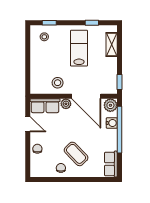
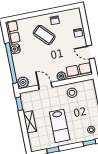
shelving: (112, 45) -> (30, 122), moved
door: (86, 96) -> (45, 86), width x0.53
water cooler: (112, 123) -> (15, 49), moved

